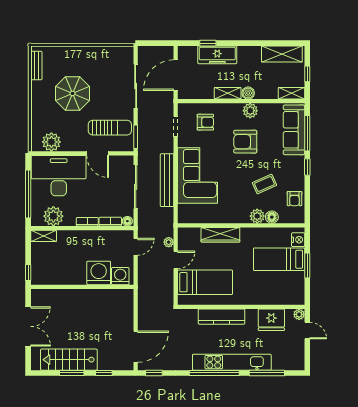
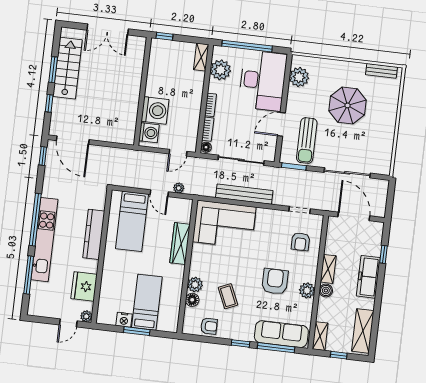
freezer: (217, 55) -> (368, 277), moved
corner sofa: (198, 175) -> (224, 224), moved
armchair: (294, 199) -> (209, 326), turned 180
nightstand: (298, 240) -> (124, 320), moved
door: (136, 247) -> (178, 153), hinge flipped

